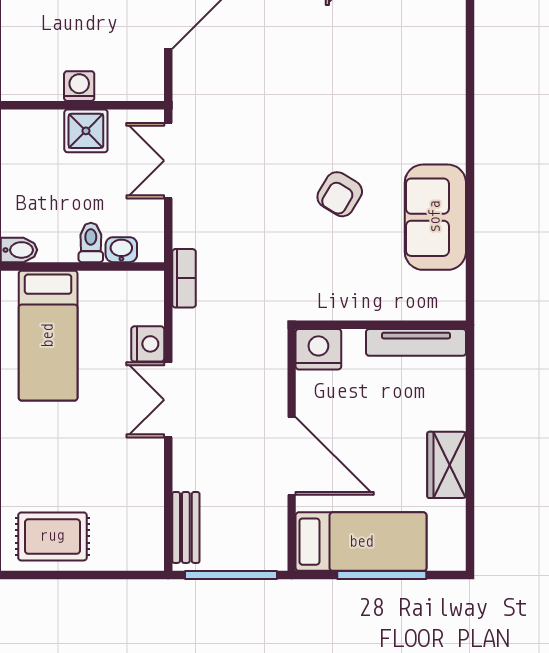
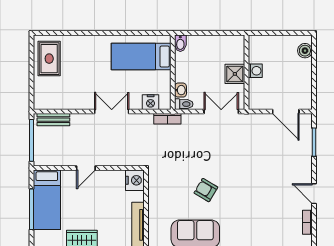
toilet: (91, 243) -> (184, 104), moved
nightstand: (148, 344) -> (151, 102), moved
door: (292, 456) -> (86, 168), width x0.53

